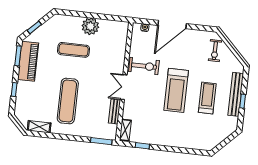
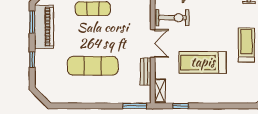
double door: (124, 87) -> (153, 43), swing flipped
treadmill: (176, 90) -> (203, 62), moved, turned 90
exercise mat: (68, 101) -> (93, 66), turned 90
shelving: (39, 127) -> (64, 98), removed

